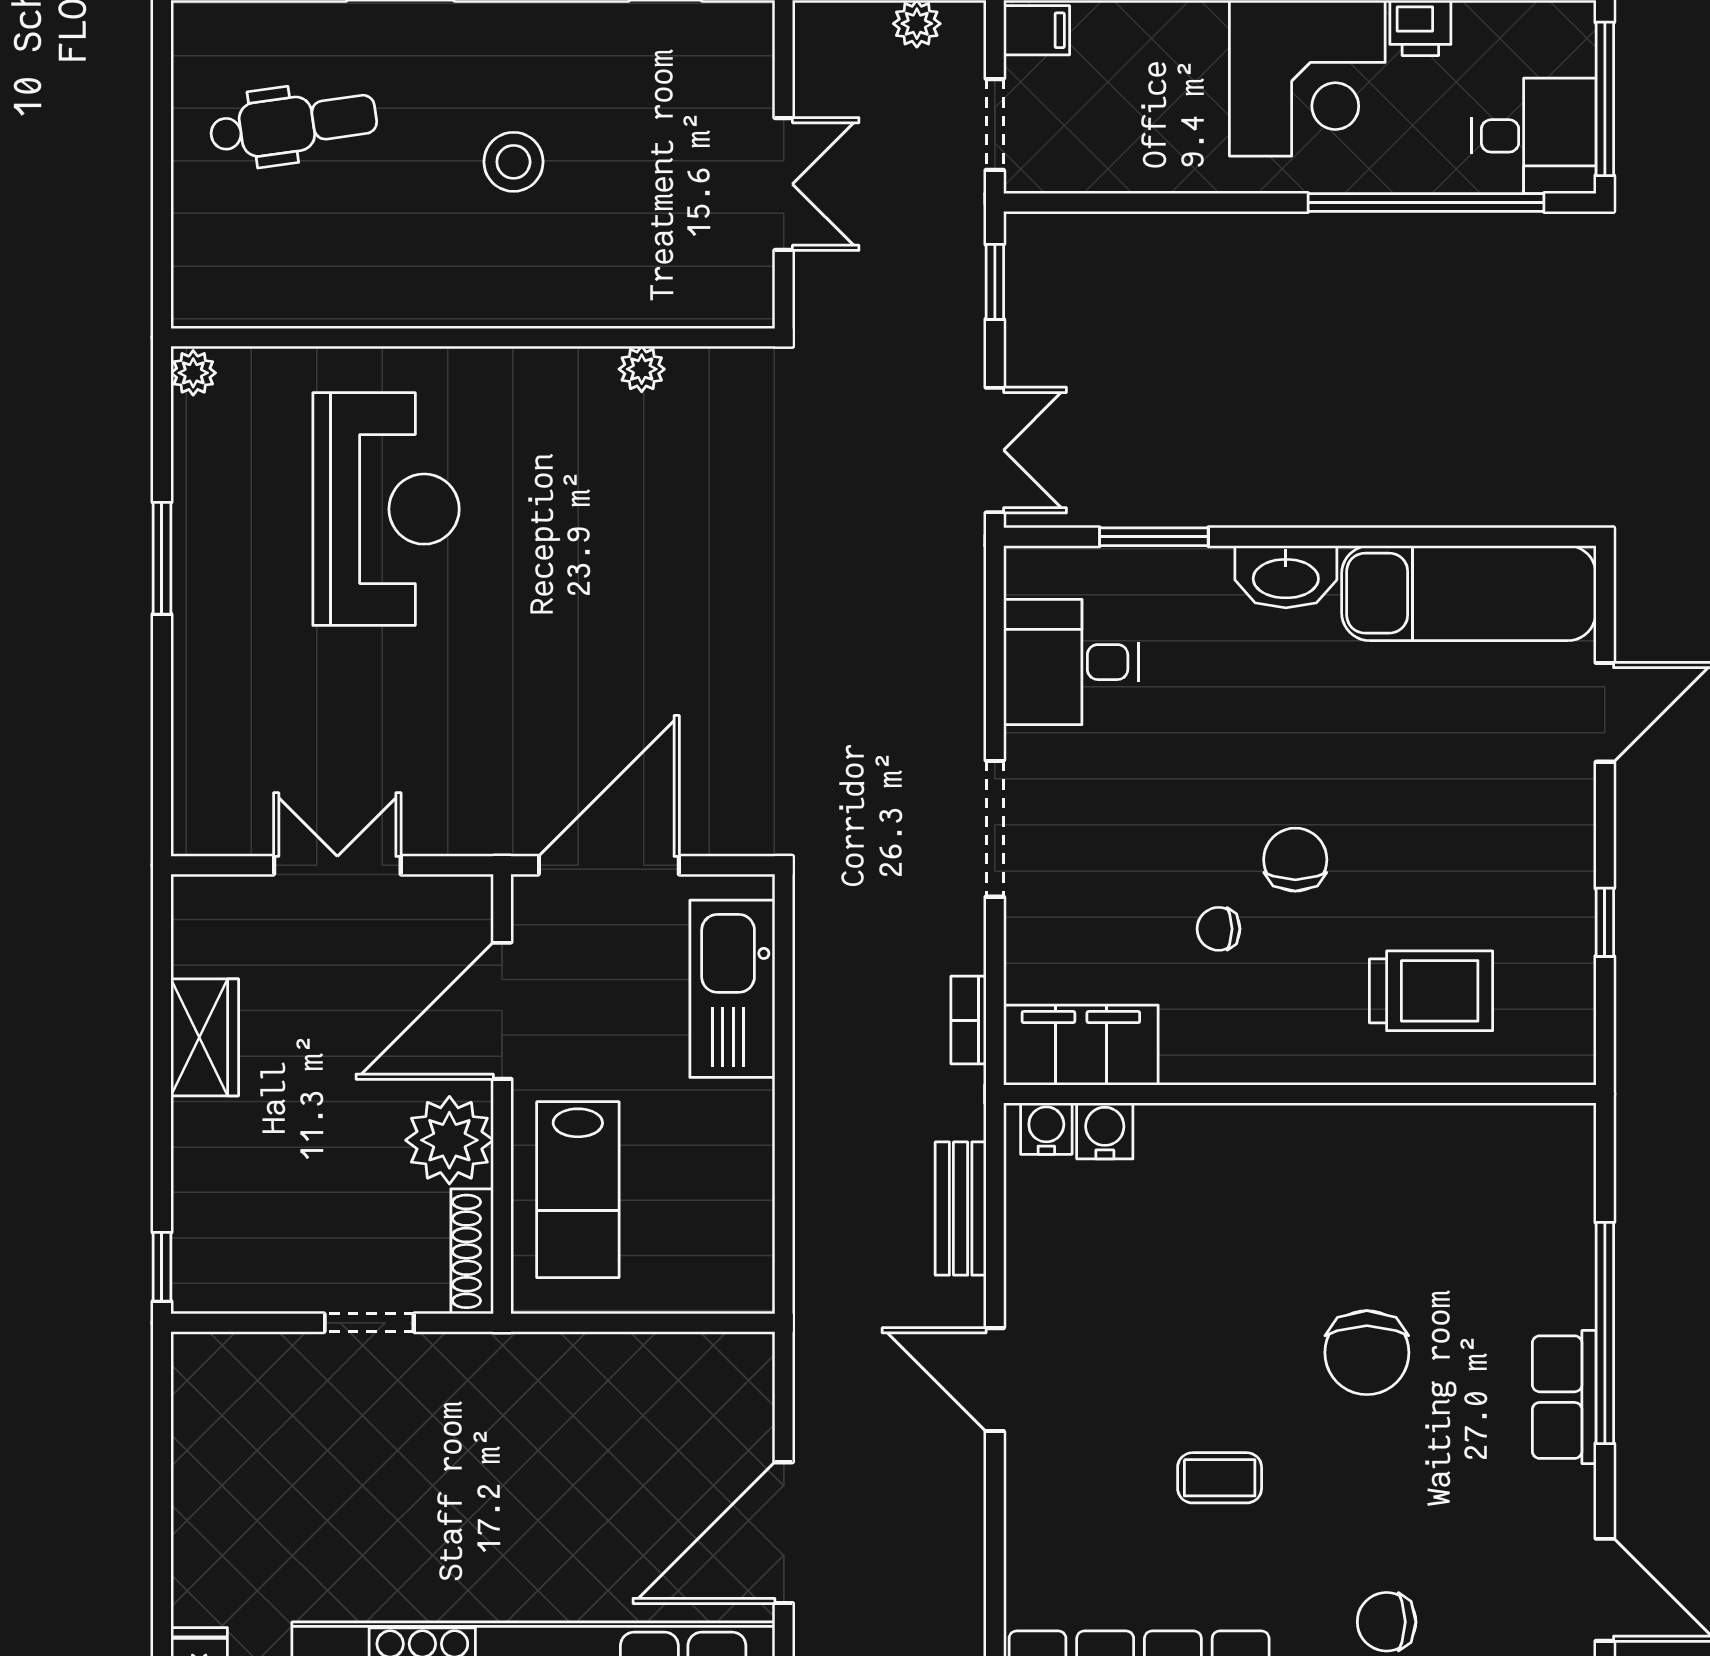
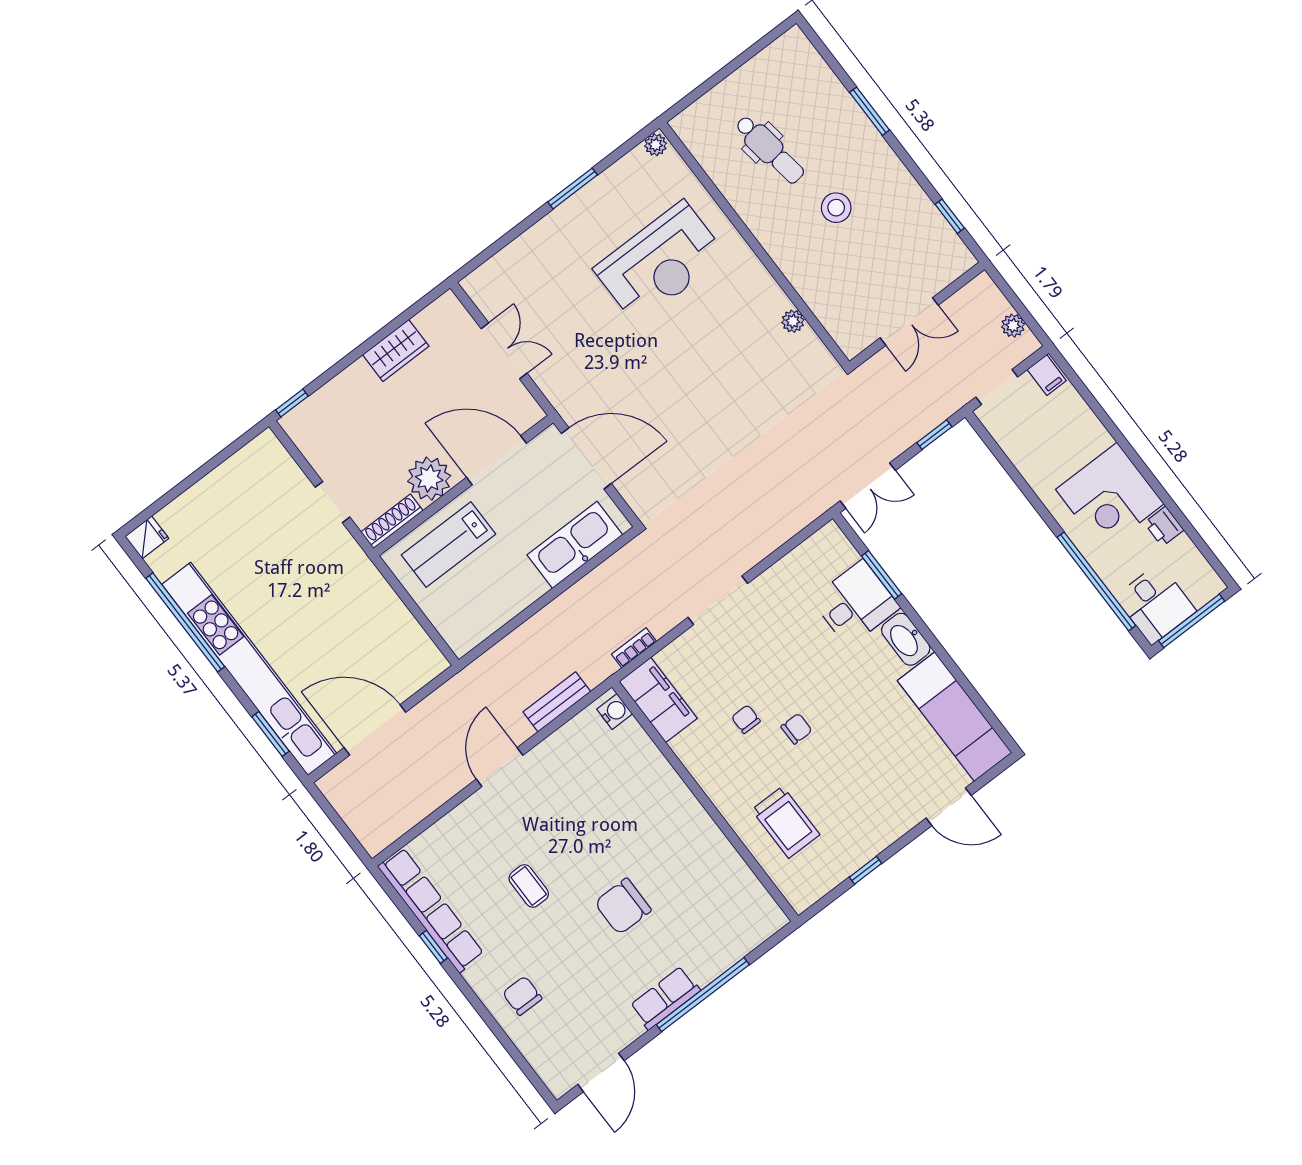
dental chair: (293, 124) -> (770, 150), moved
desk: (1071, 662) -> (855, 603), moved, turned 90
chair: (1295, 860) -> (797, 729), width x0.73, depth x0.73
water cooler: (1105, 1131) -> (631, 735), removed

